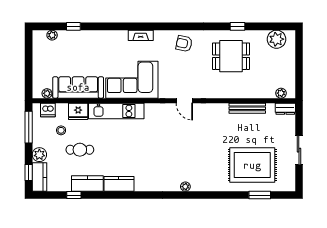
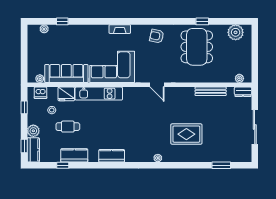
dining table: (231, 56) -> (197, 47), width x1.38
window: (29, 127) -> (24, 107), width x0.46
sliding door: (299, 150) -> (255, 127), width x1.37
rug: (252, 165) -> (186, 134), moved, width x0.73, depth x0.69
kitchen counter: (119, 184) -> (112, 156), moved

